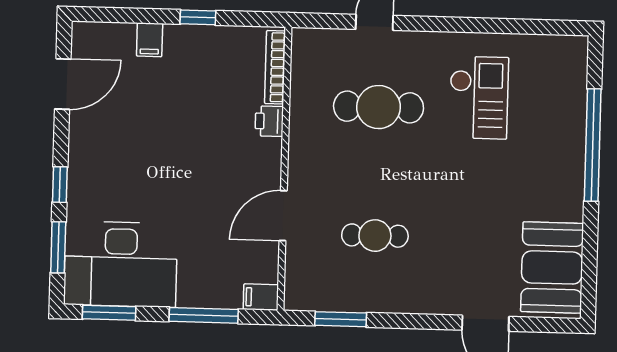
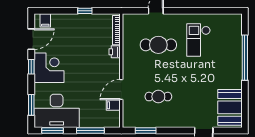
filing cabinet: (150, 40) -> (45, 20), moved
checkout: (479, 98) -> (199, 40), turned 180
corner desk: (105, 156) -> (49, 68), added
window: (60, 185) -> (31, 67), moved
filing cabinet: (261, 297) -> (113, 105), moved

